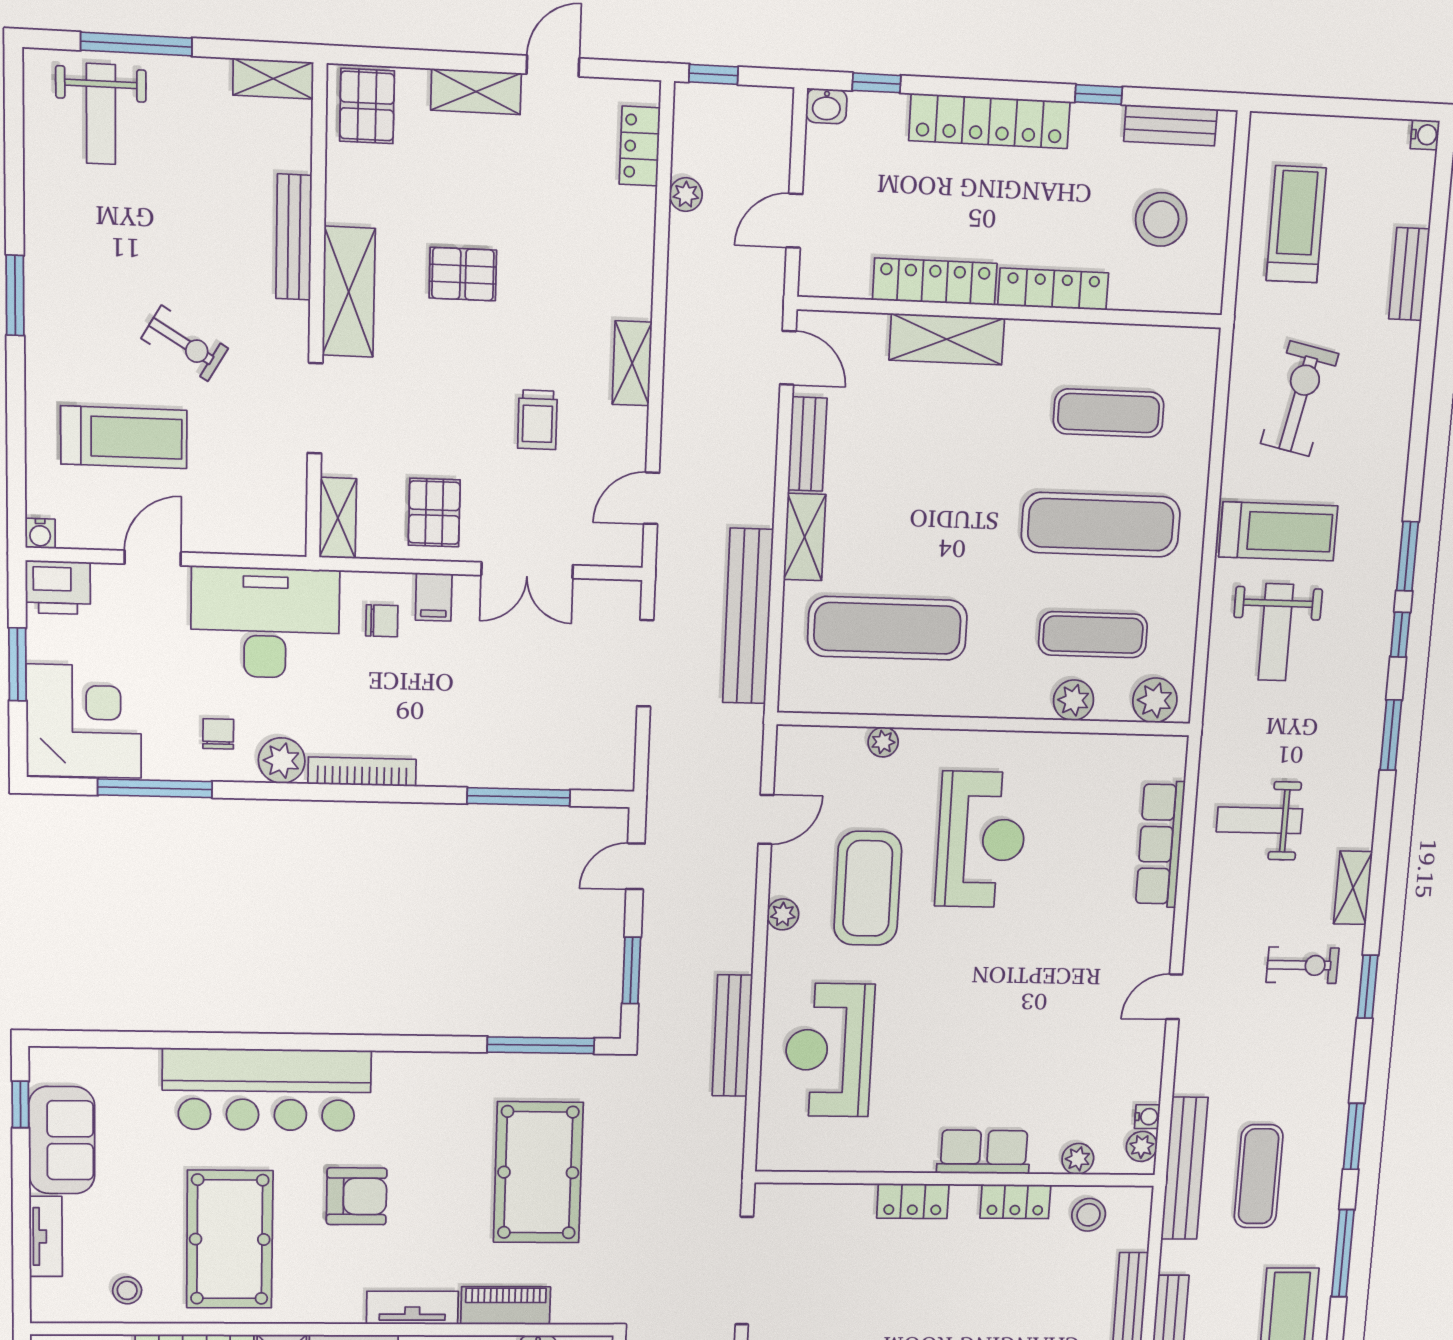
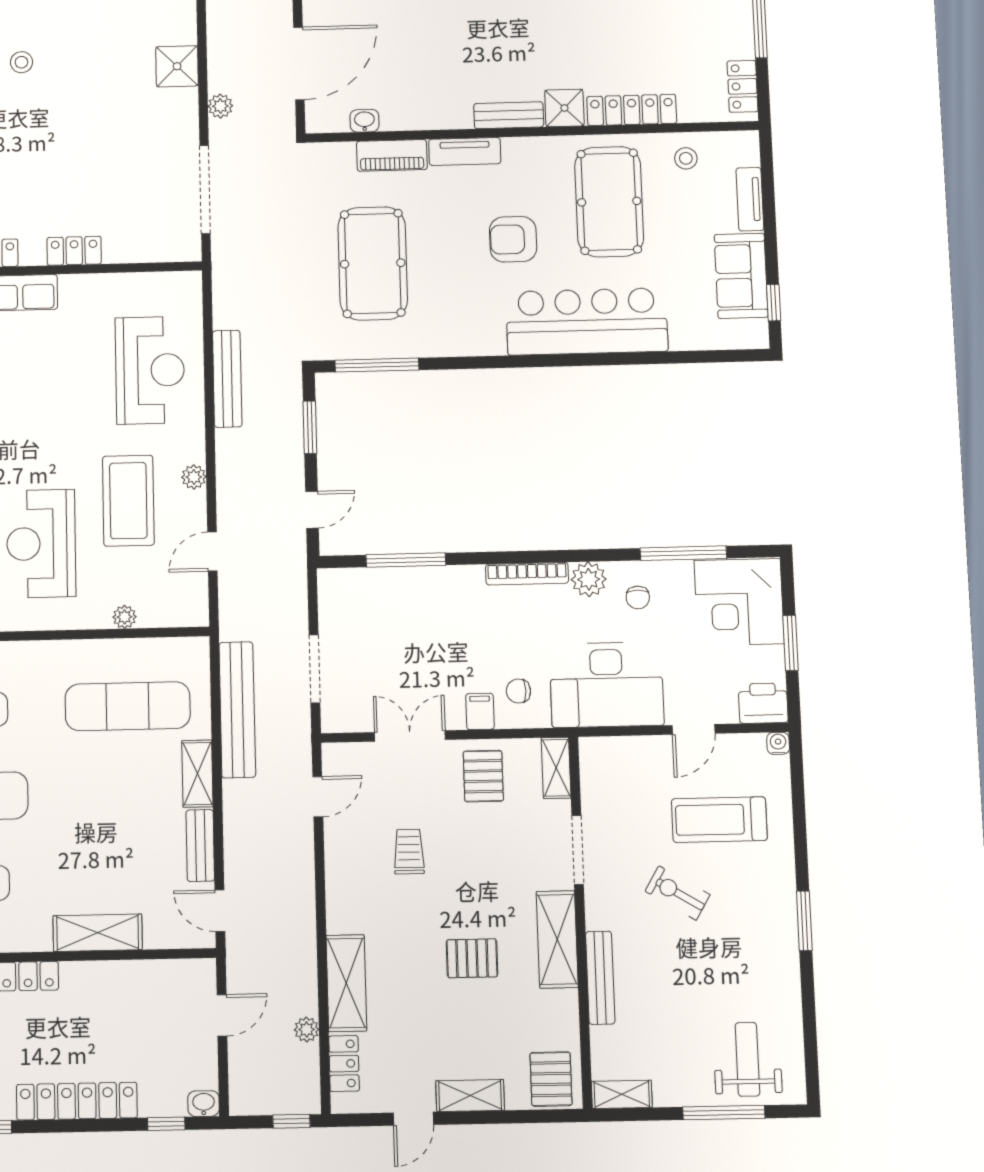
locker: (935, 282) -> (110, 976), removed
shelving: (632, 363) -> (346, 983), moved, width x1.50, depth x1.33

